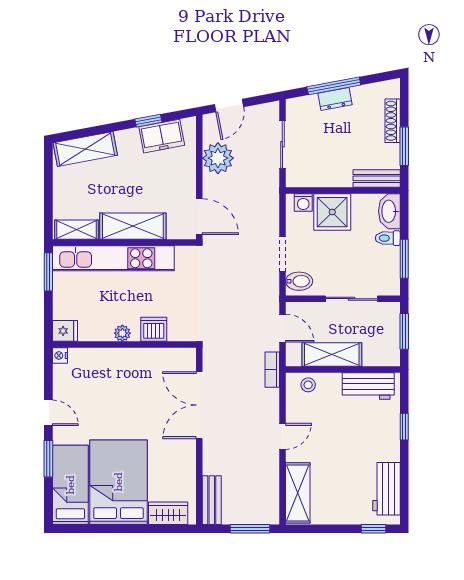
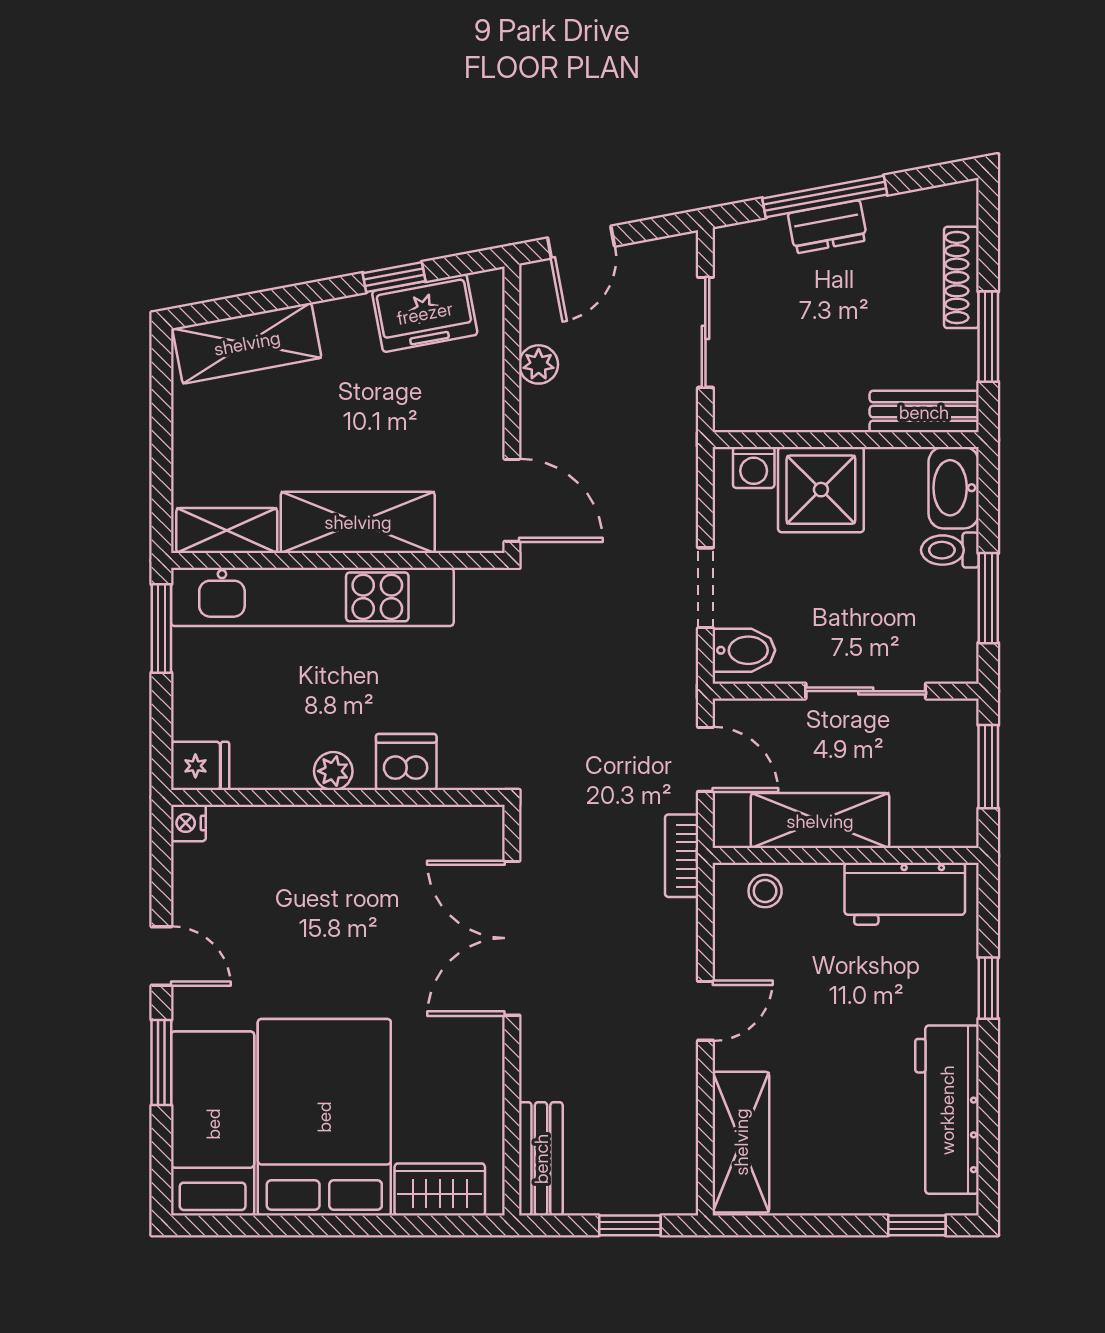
plant: (218, 158) -> (539, 364), width x0.53, depth x0.53
workbench: (386, 489) -> (947, 1110), width x1.38
window: (250, 529) -> (630, 1225), width x0.67

